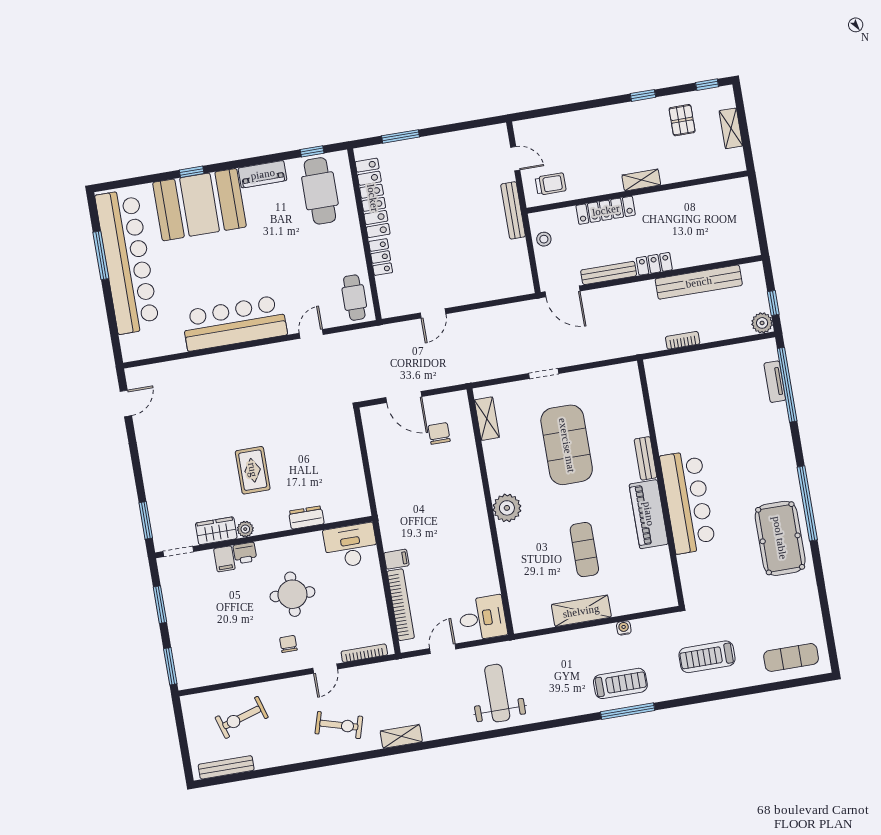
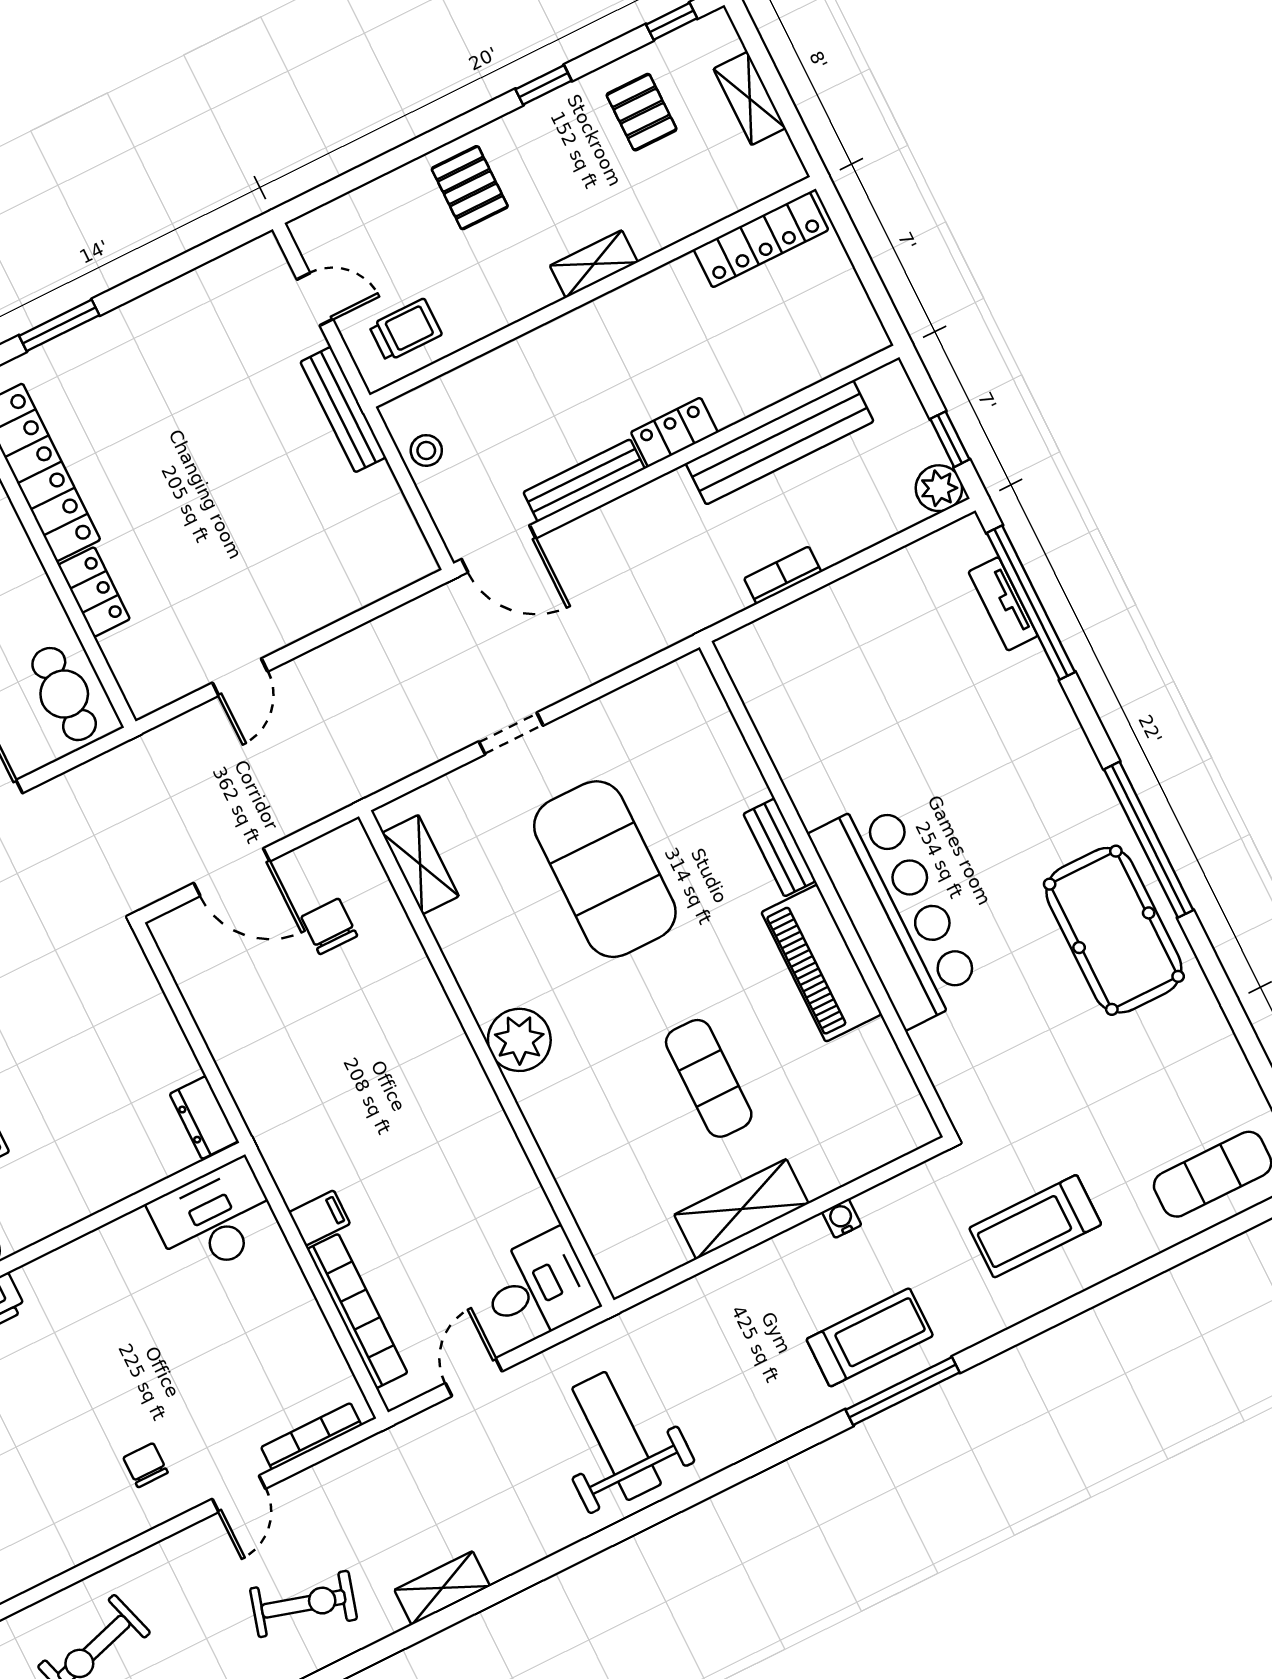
pallet: (597, 130) -> (470, 188), added
locker: (606, 210) -> (761, 240), moved
dresser: (306, 517) -> (204, 1117), moved, turned -90
round table: (292, 594) -> (123, 1358), removed

